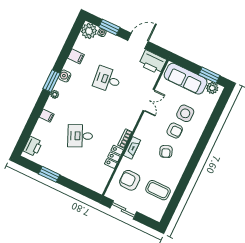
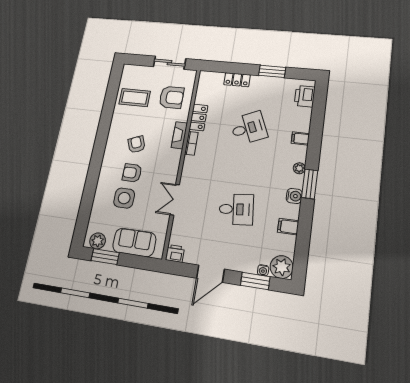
printer: (153, 62) -> (175, 253), width x0.53, depth x0.68
sofa: (186, 79) -> (134, 242), width x0.73
locker: (77, 177) -> (237, 80), added

